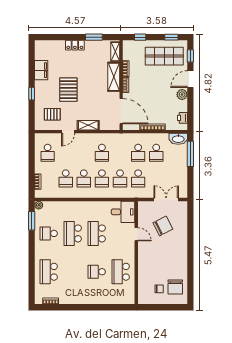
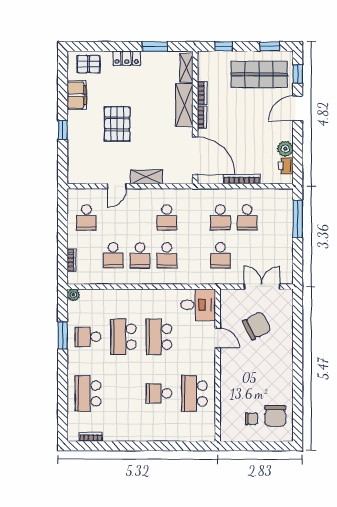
plant: (182, 95) -> (285, 149), moved
pallet: (52, 114) -> (89, 64), moved
washbasin: (178, 139) -> (280, 197), removed
school desk: (120, 178) -> (194, 255), removed
window: (32, 221) -> (63, 335), moved

